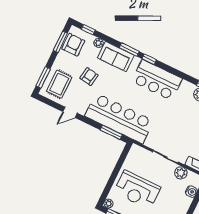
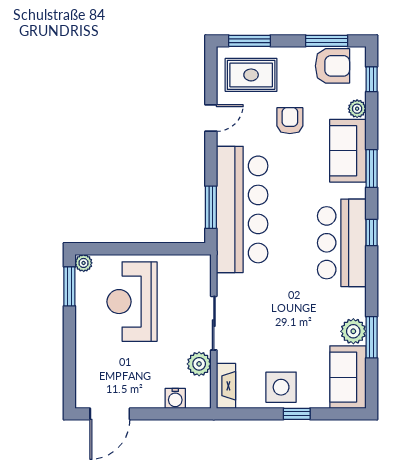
window: (149, 59) -> (372, 233), moved
armchair: (89, 77) -> (290, 121), turned -100
door: (70, 112) -> (211, 118), swing flipped

